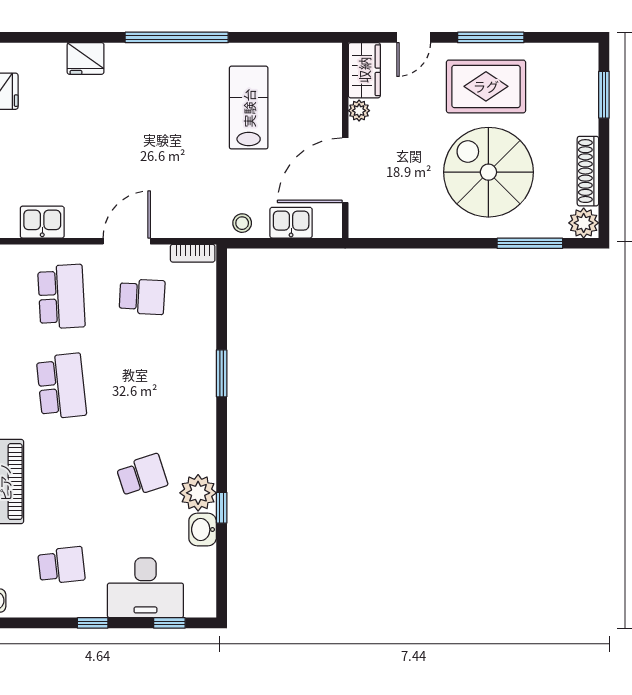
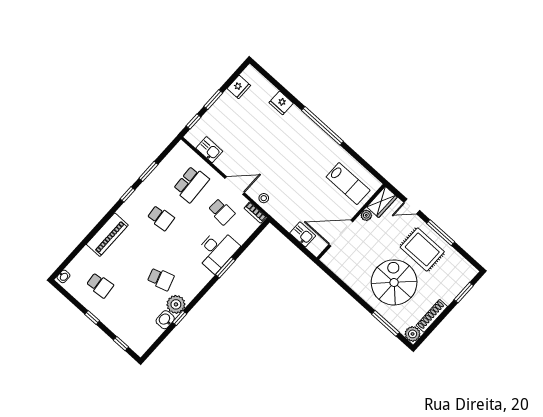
lab bench: (249, 108) -> (348, 184), moved, turned 90
stool: (242, 223) -> (264, 198), moved
school desk: (61, 386) -> (161, 218), width x0.54
desk: (145, 588) -> (217, 250), moved, turned -90

